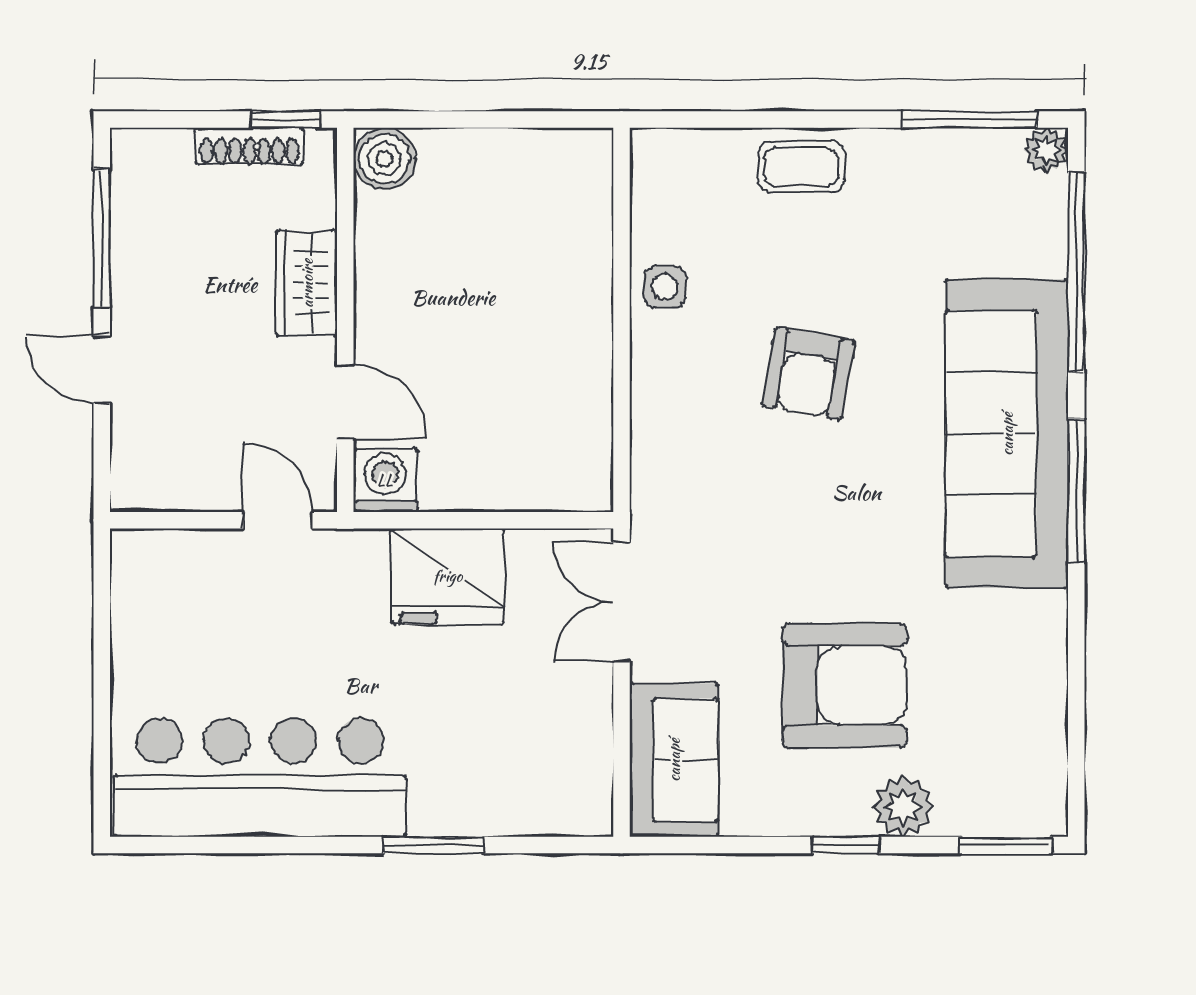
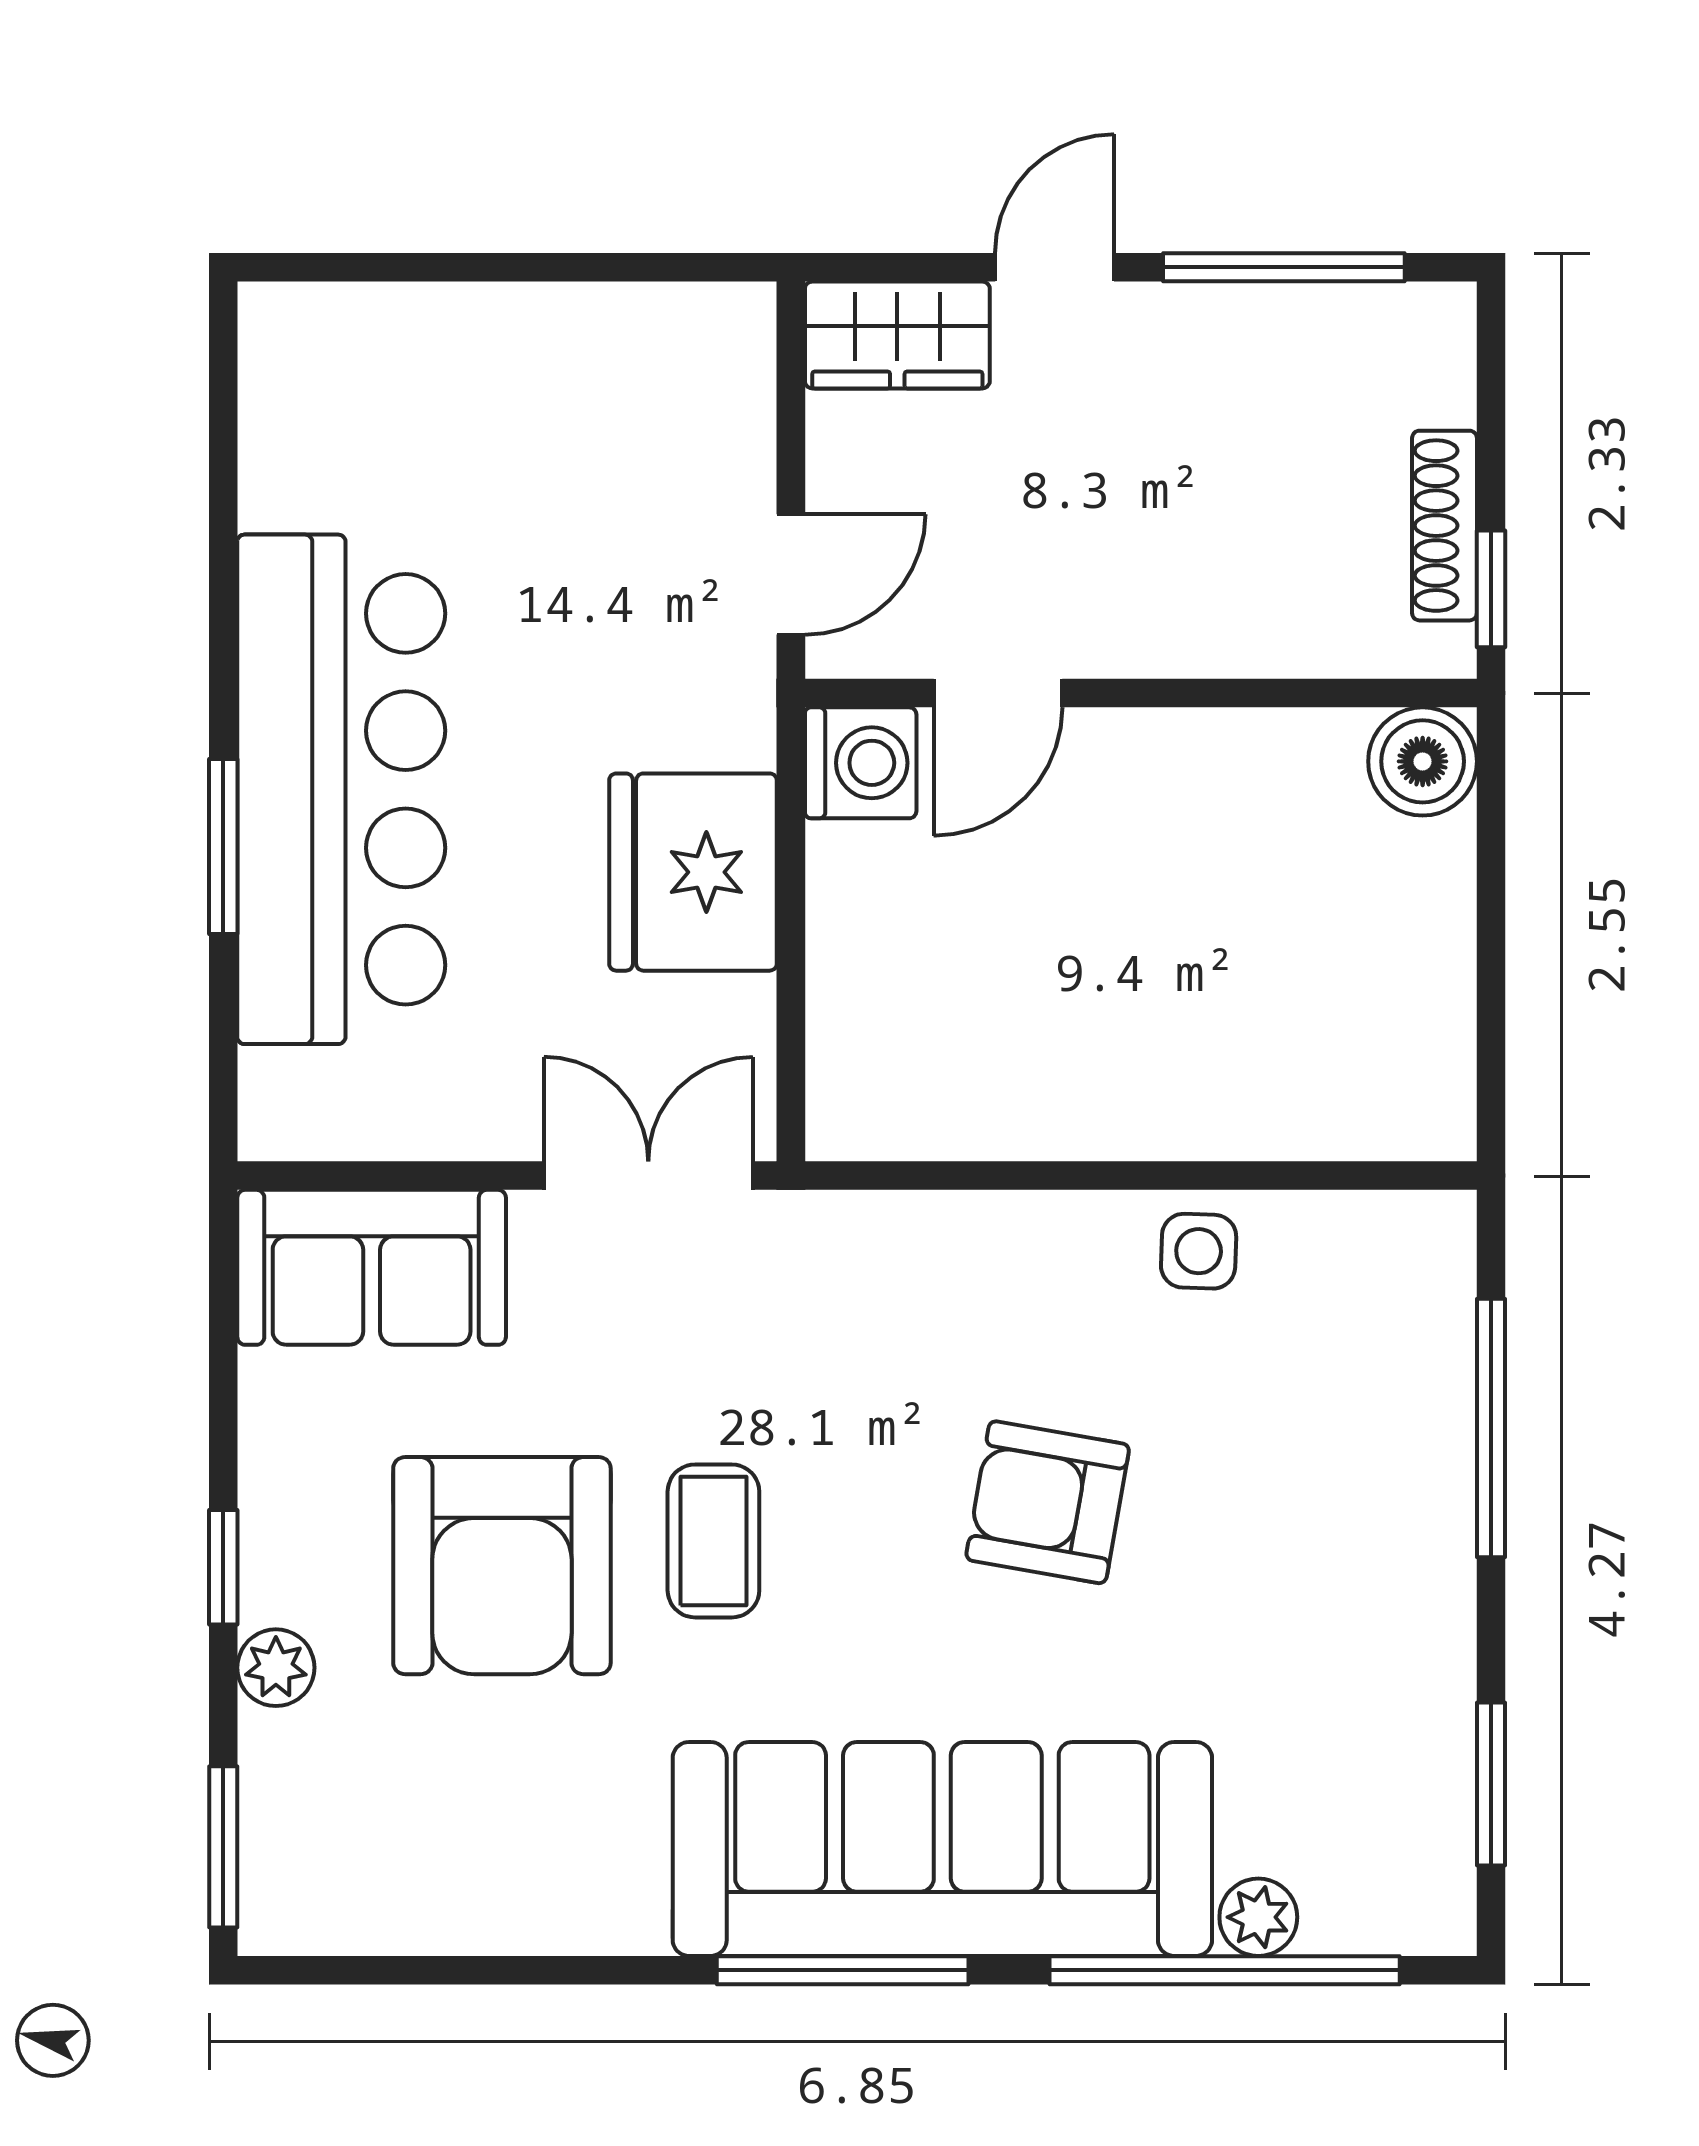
window: (766, 120) -> (1491, 1428), added
window: (970, 120) -> (1491, 1784), width x0.69
plant: (1046, 150) -> (1258, 1917), moved
coffee table: (801, 167) -> (713, 1541), moved
wardrobe: (307, 283) -> (897, 335), moved, turned 180
bar counter: (260, 778) -> (341, 789), moved
plant: (903, 807) -> (276, 1668), width x0.73, depth x0.73

